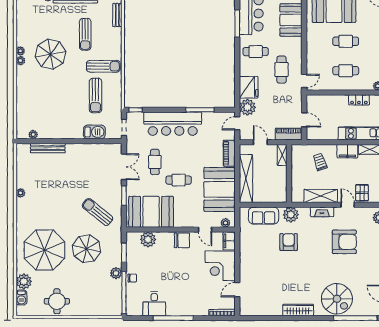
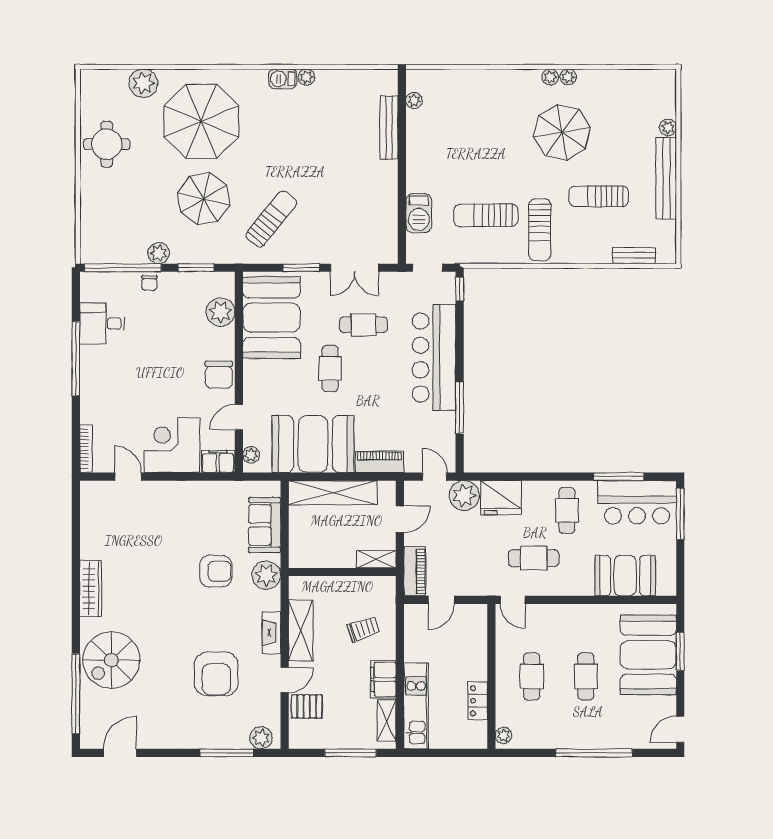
barbecue: (21, 298) -> (283, 79), moved

